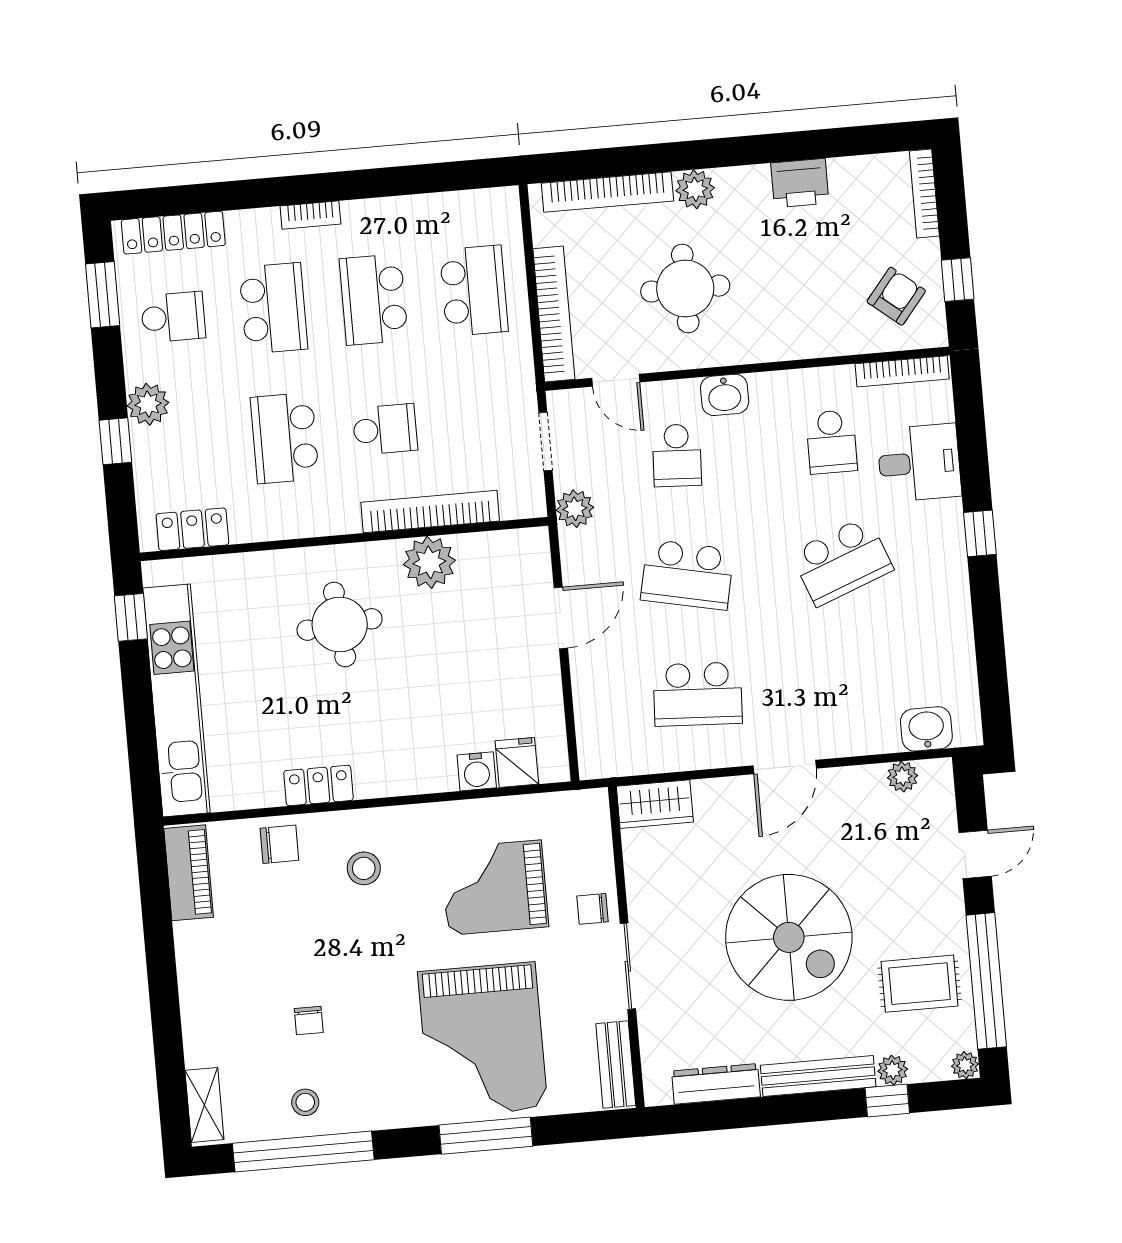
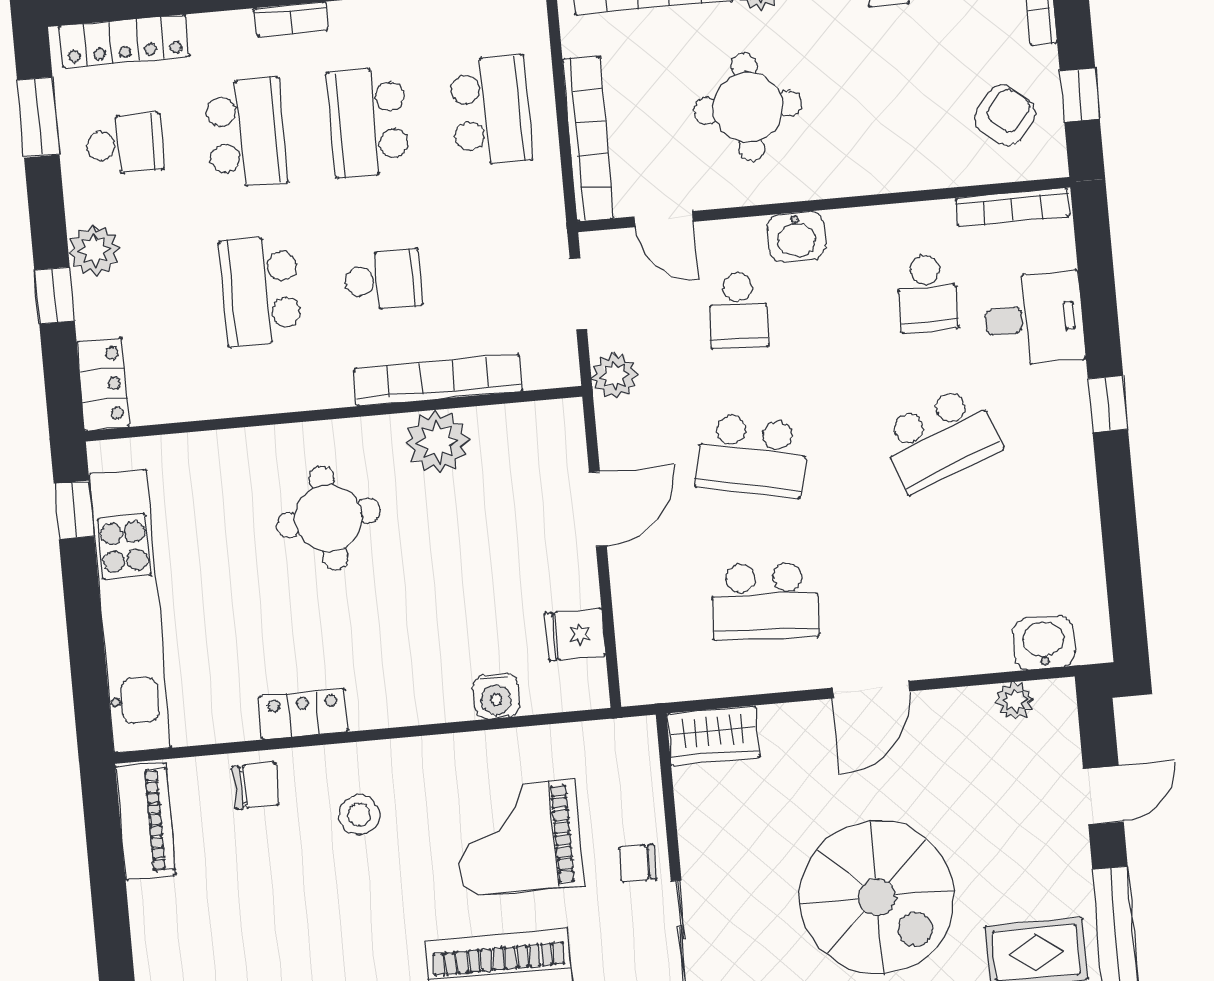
locker: (192, 529) -> (103, 384), moved, turned 90
fridge: (517, 762) -> (575, 635), moved, turned -90

